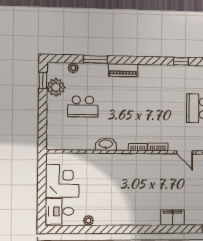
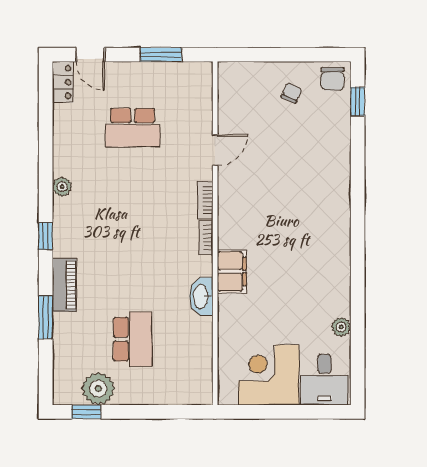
window: (181, 61) -> (46, 236), moved
plant: (73, 68) -> (62, 187), moved
piano: (123, 70) -> (64, 285), moved
filing cabinet: (173, 218) -> (232, 271), moved, turned 180

